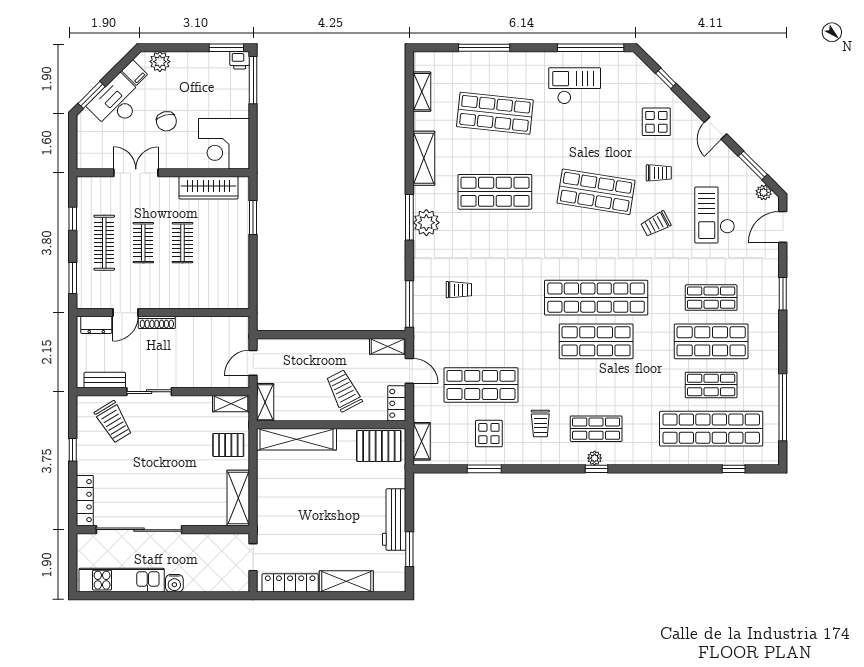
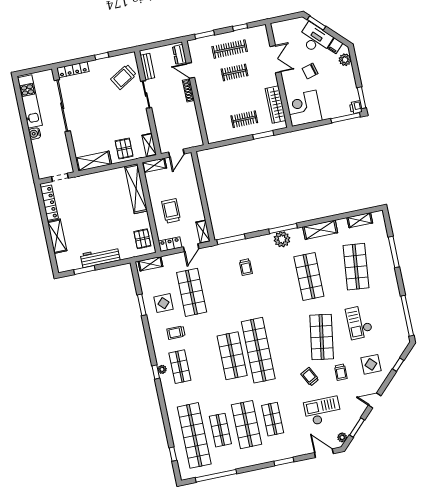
checkout: (575, 86) -> (359, 322), moved, turned 180
clothes rail: (182, 243) -> (244, 119), moved
door: (253, 363) -> (176, 153), swing flipped
trolley: (344, 391) -> (171, 211), turned -63
pallet: (379, 446) -> (142, 239), width x0.67, depth x0.71

